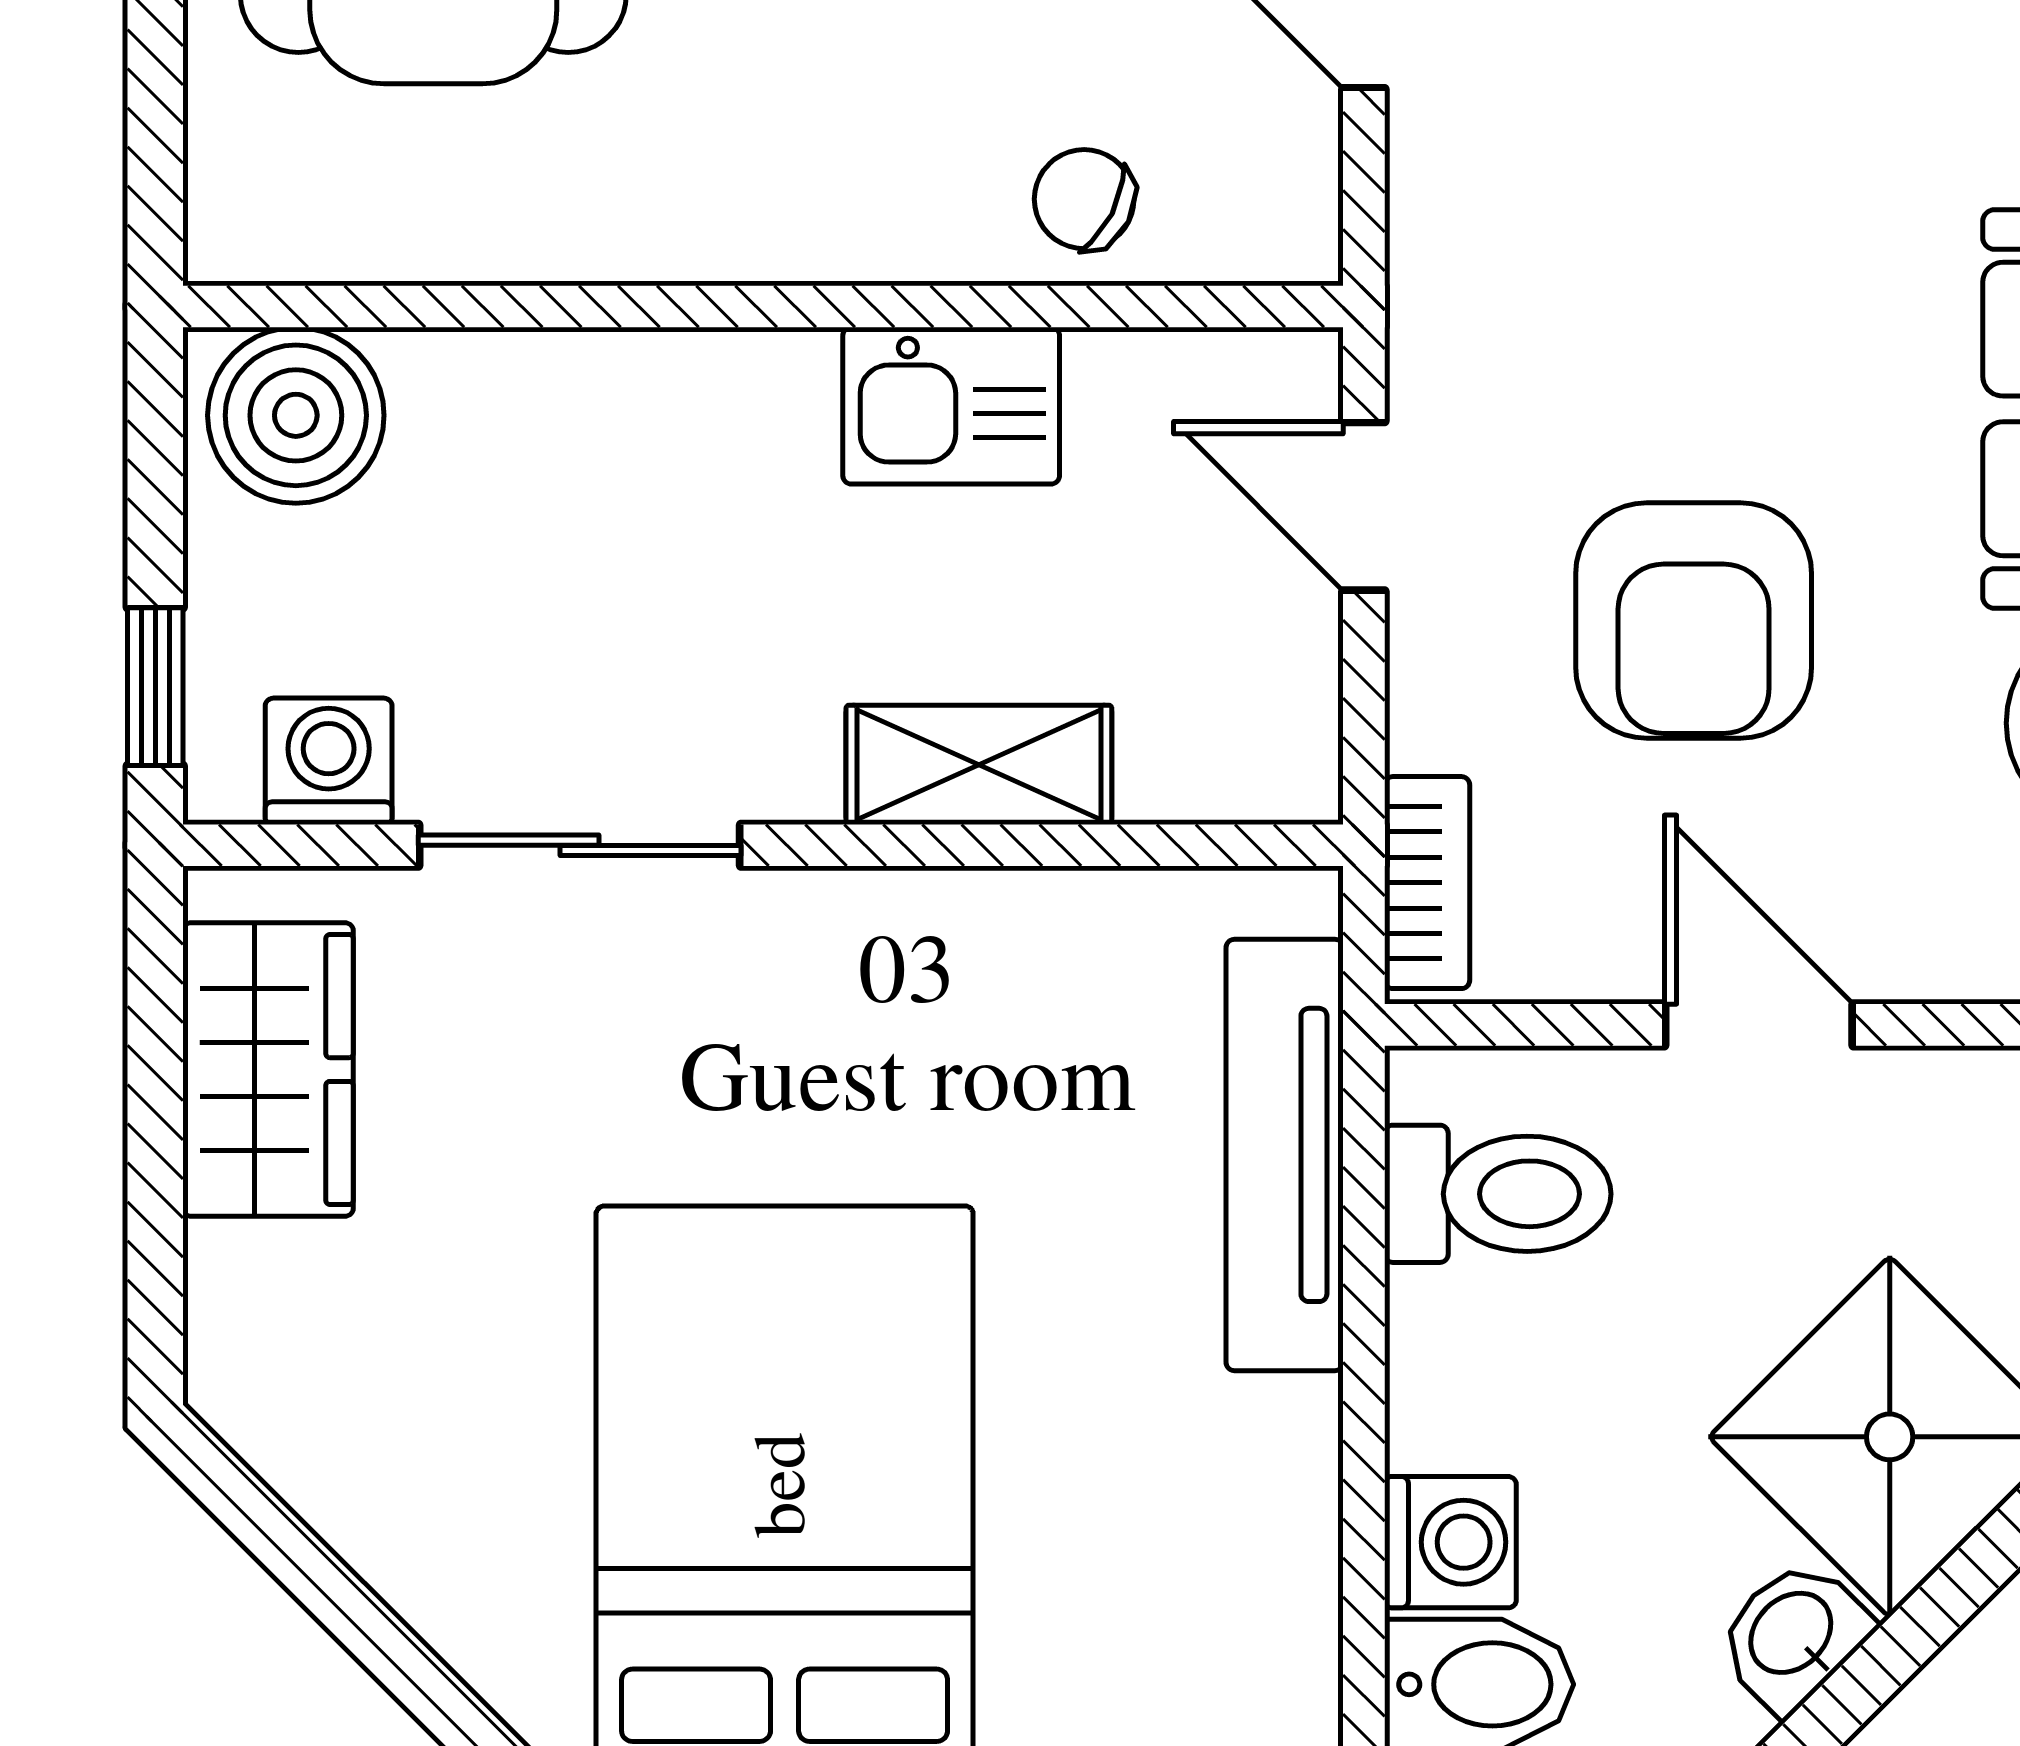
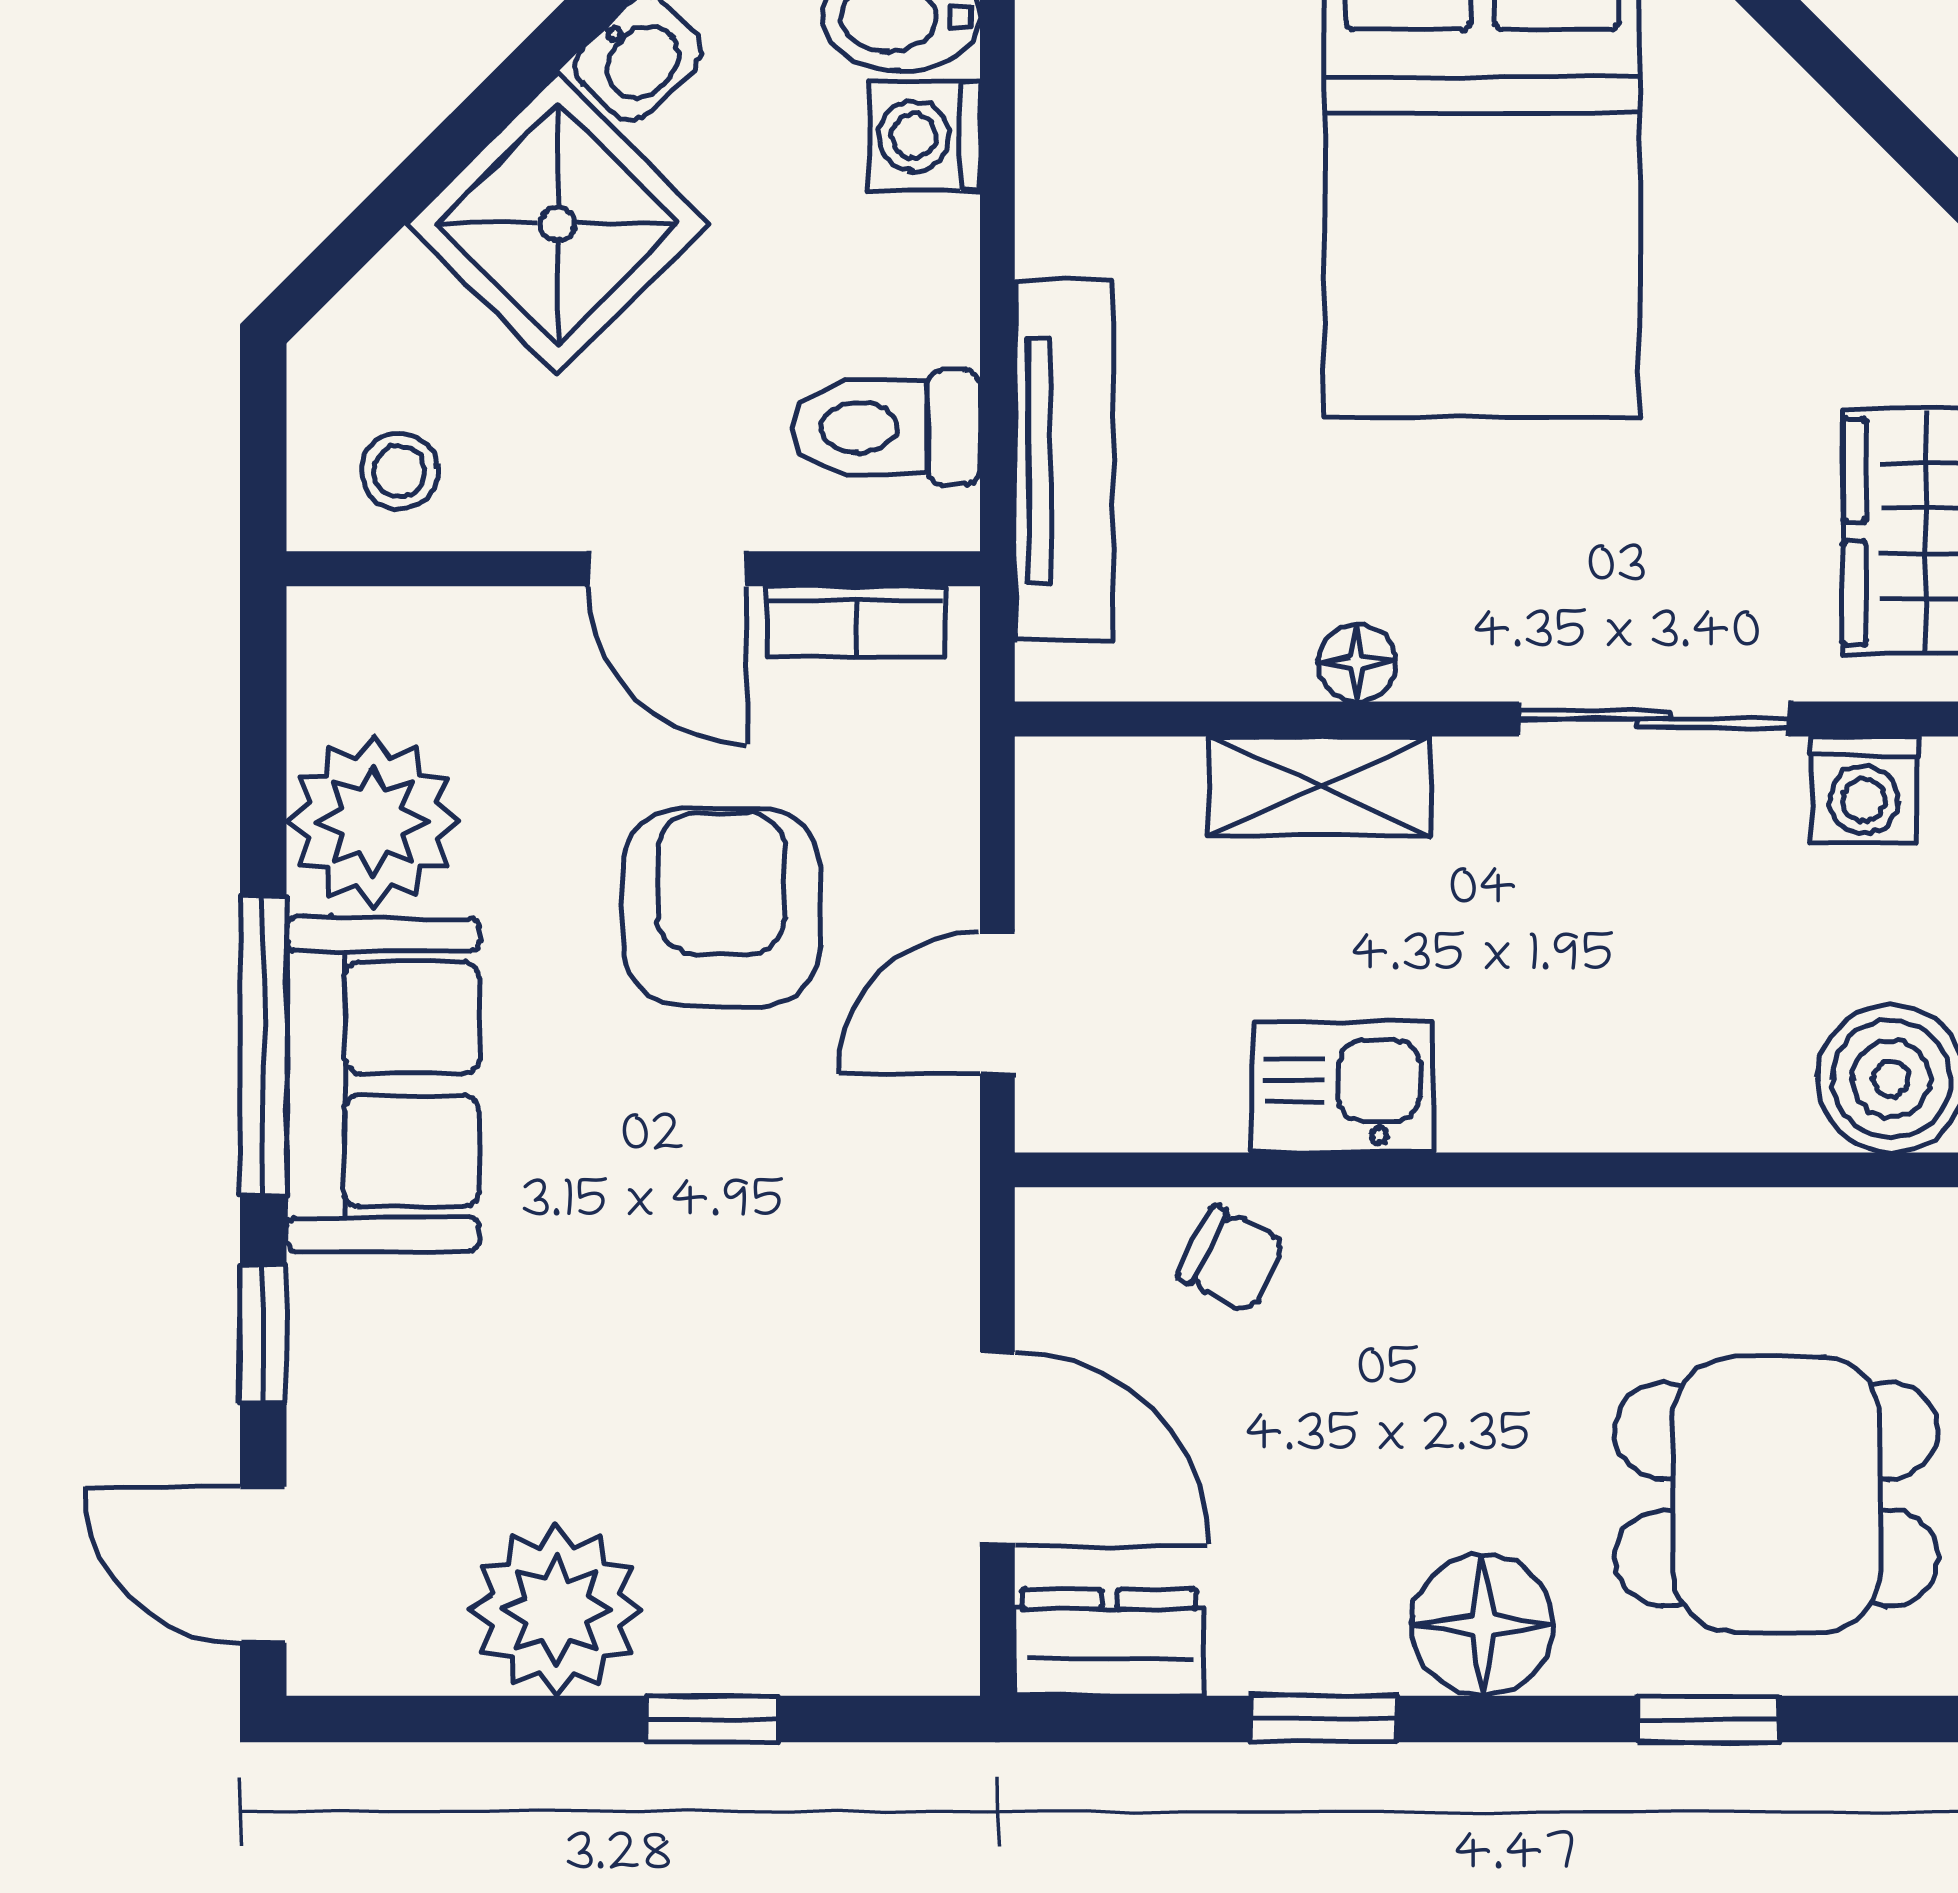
door: (1364, 506) -> (997, 1003), swing flipped
bookcase: (1427, 883) -> (856, 622), moved, turned -90
floor lamp: (934, 912) -> (1357, 663), added

